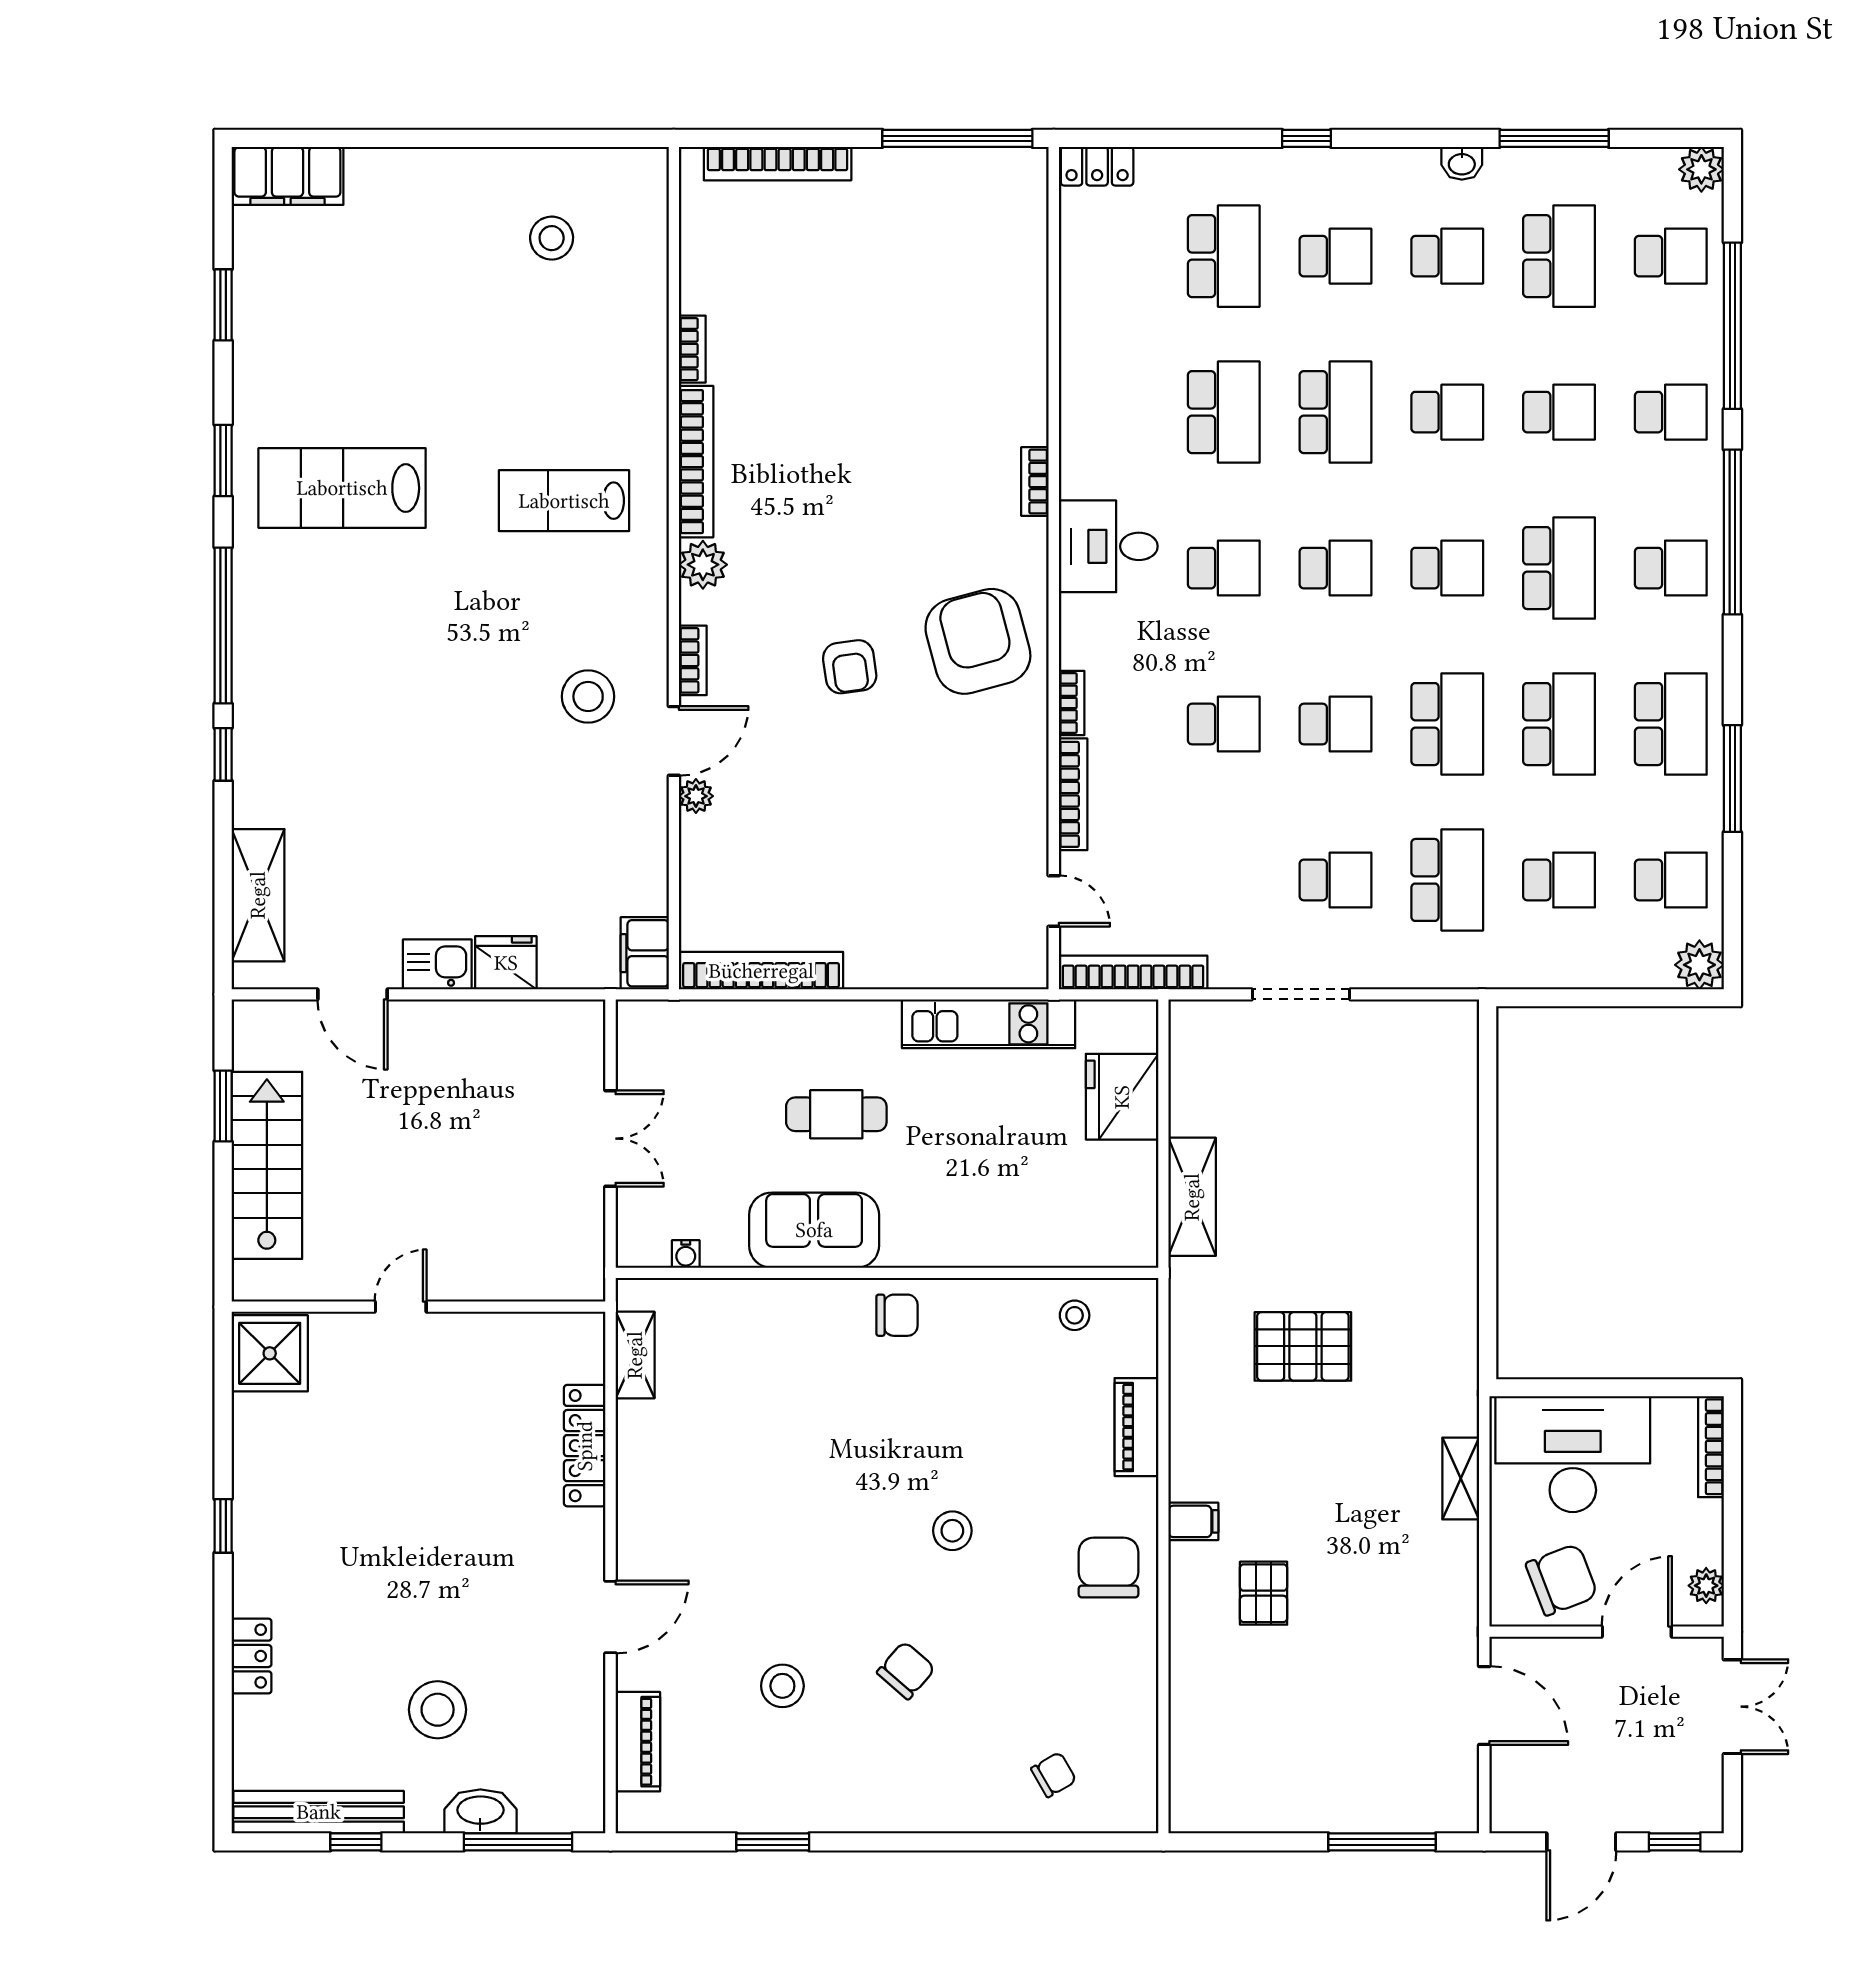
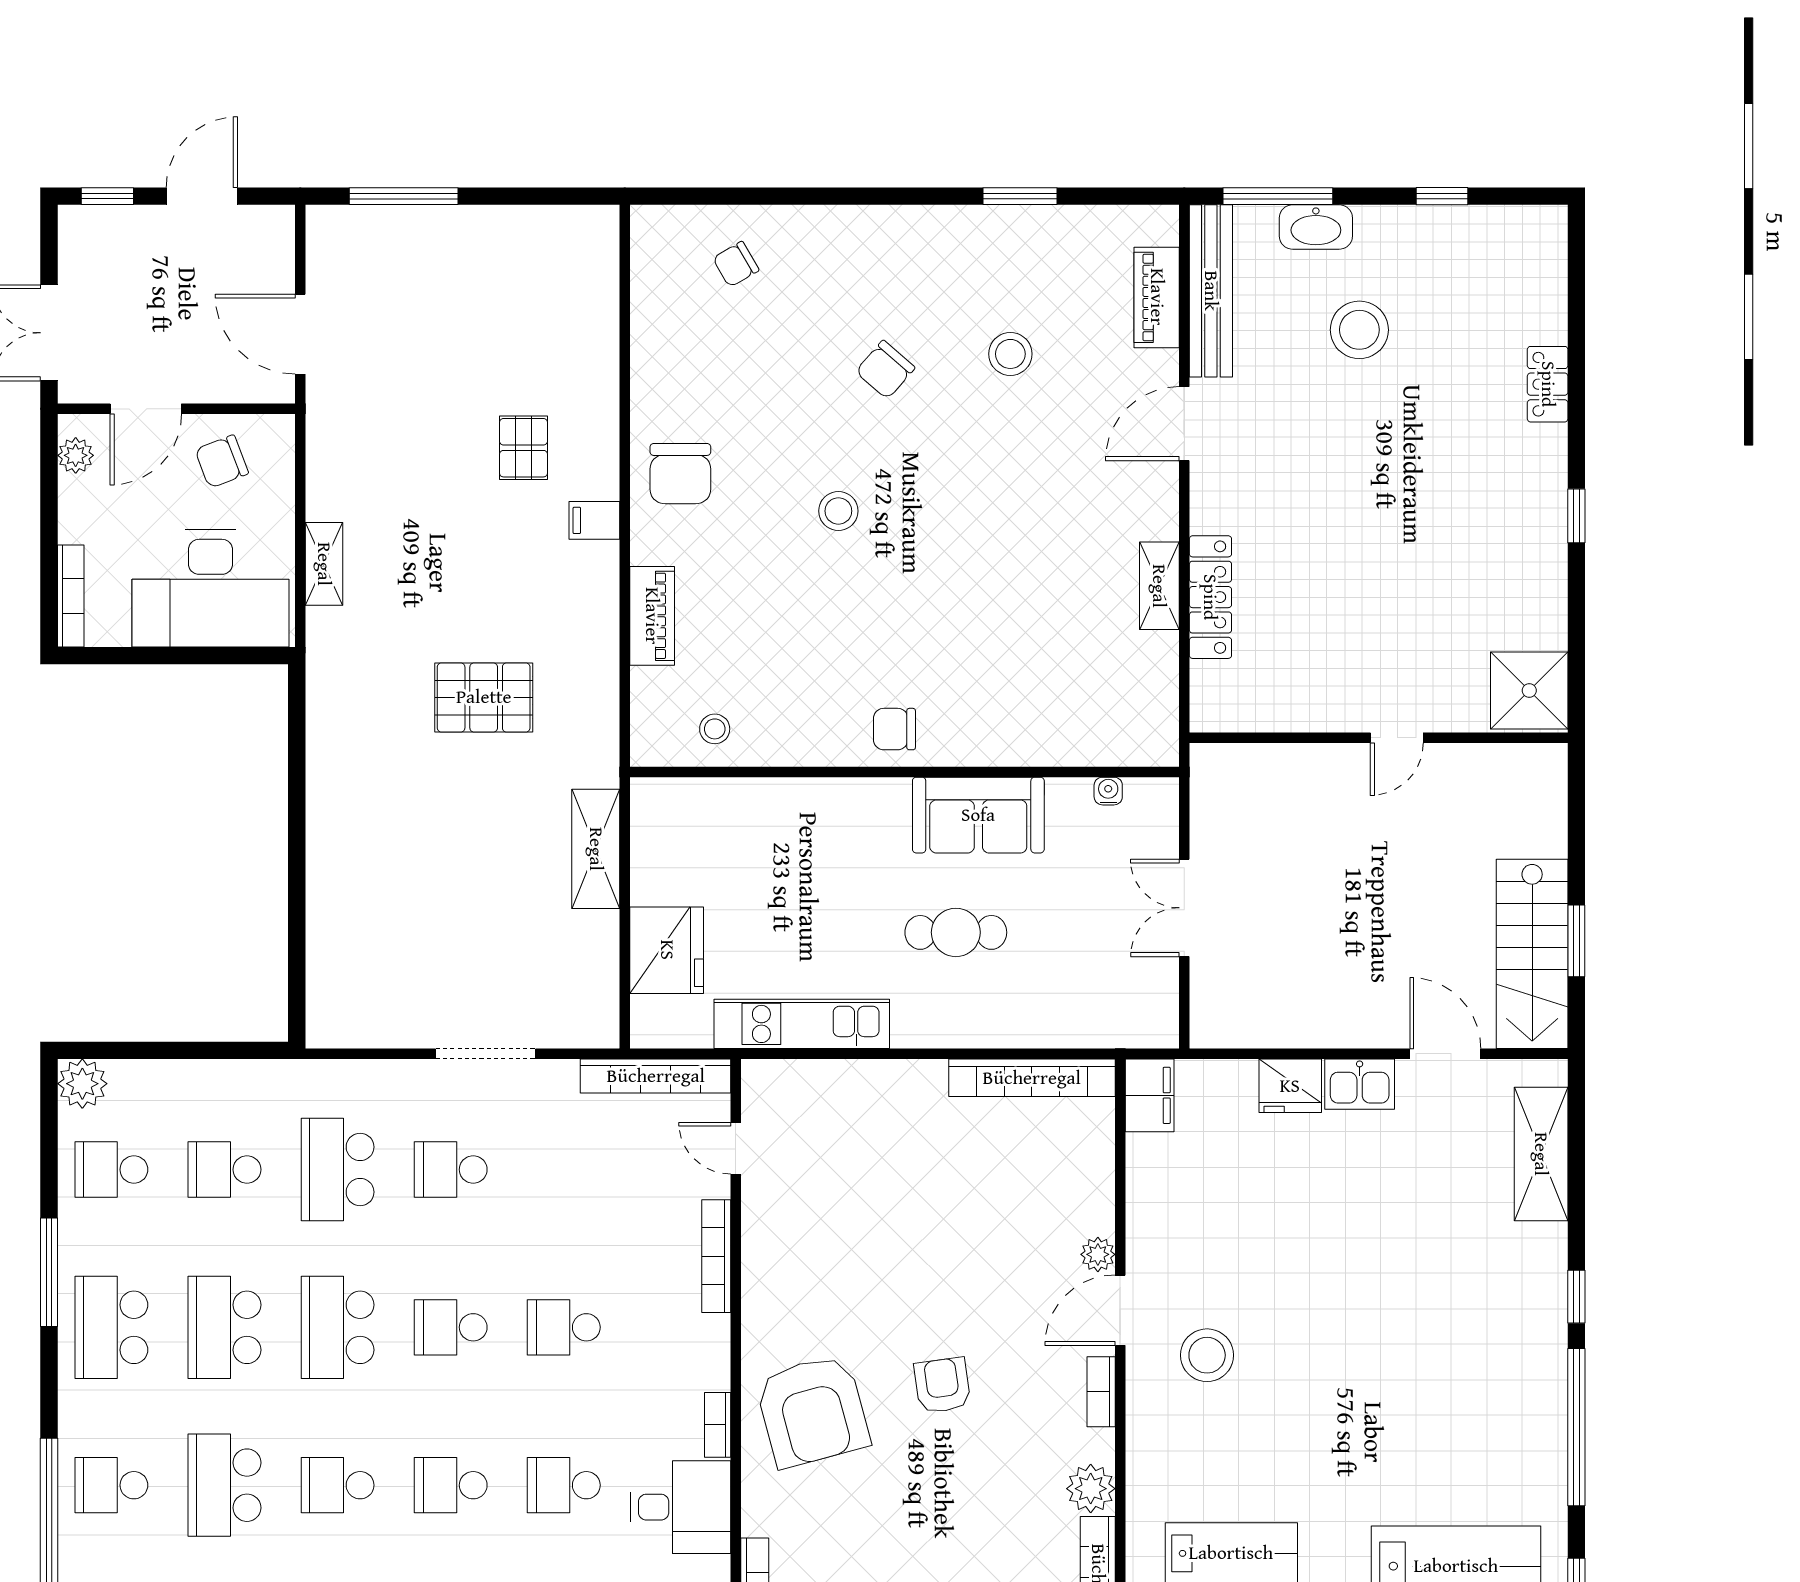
bookcase: (1072, 703) -> (718, 1425), moved
stairs: (267, 1165) -> (1532, 954), moved
shelving: (635, 1355) -> (1159, 586), moved
chair: (1562, 1580) -> (222, 461), width x0.73, depth x0.73
bench: (319, 1812) -> (1211, 291), moved, turned 90

